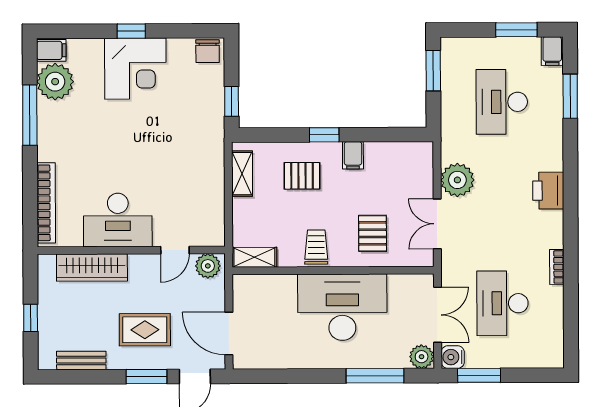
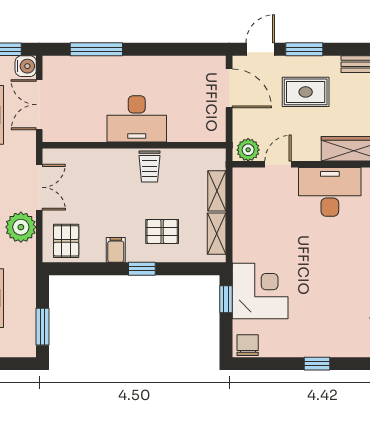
corner desk: (135, 69) -> (260, 291), moved, turned 90
pallet: (373, 233) -> (66, 241), moved
shelving: (254, 257) -> (217, 191), moved, turned 90
desk: (342, 307) -> (137, 119), width x0.73, depth x0.77
plant: (422, 357) -> (54, 67), removed

